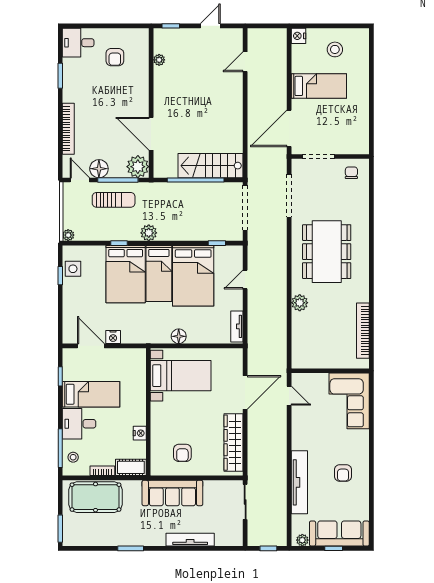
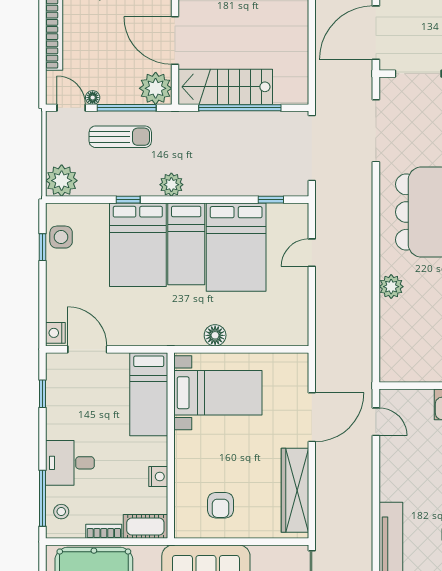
stairs: (211, 166) -> (225, 87), moved
floor lamp: (99, 169) -> (93, 98), width x0.53, depth x0.53
plant: (68, 235) -> (62, 181), width x1.88, depth x1.88
tv unit: (237, 326) -> (300, 321), removed
nightstand: (113, 337) -> (55, 333), moved, turned 90
bed: (91, 394) -> (149, 394), moved, turned 90

